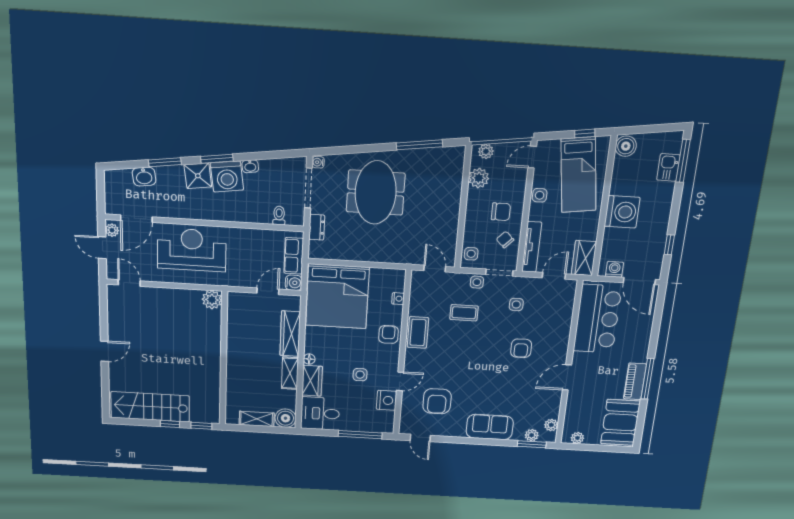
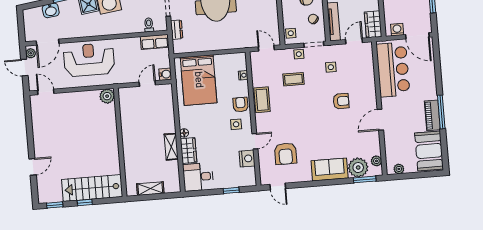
row of seats: (294, 256) -> (155, 42), moved, turned -90
bed: (337, 296) -> (199, 80), width x0.73
wardrobe: (290, 334) -> (167, 115), removed
armchair: (521, 348) -> (341, 101), turned -90
door: (104, 351) -> (33, 167), moved
side table: (360, 375) -> (236, 124), moved
stairs: (150, 407) -> (92, 188), moved
boiler: (286, 418) -> (172, 185), removed
window: (201, 426) -> (55, 205), moved
window: (360, 435) -> (231, 190), width x0.46
plant: (532, 435) -> (358, 168), width x1.88, depth x1.88

